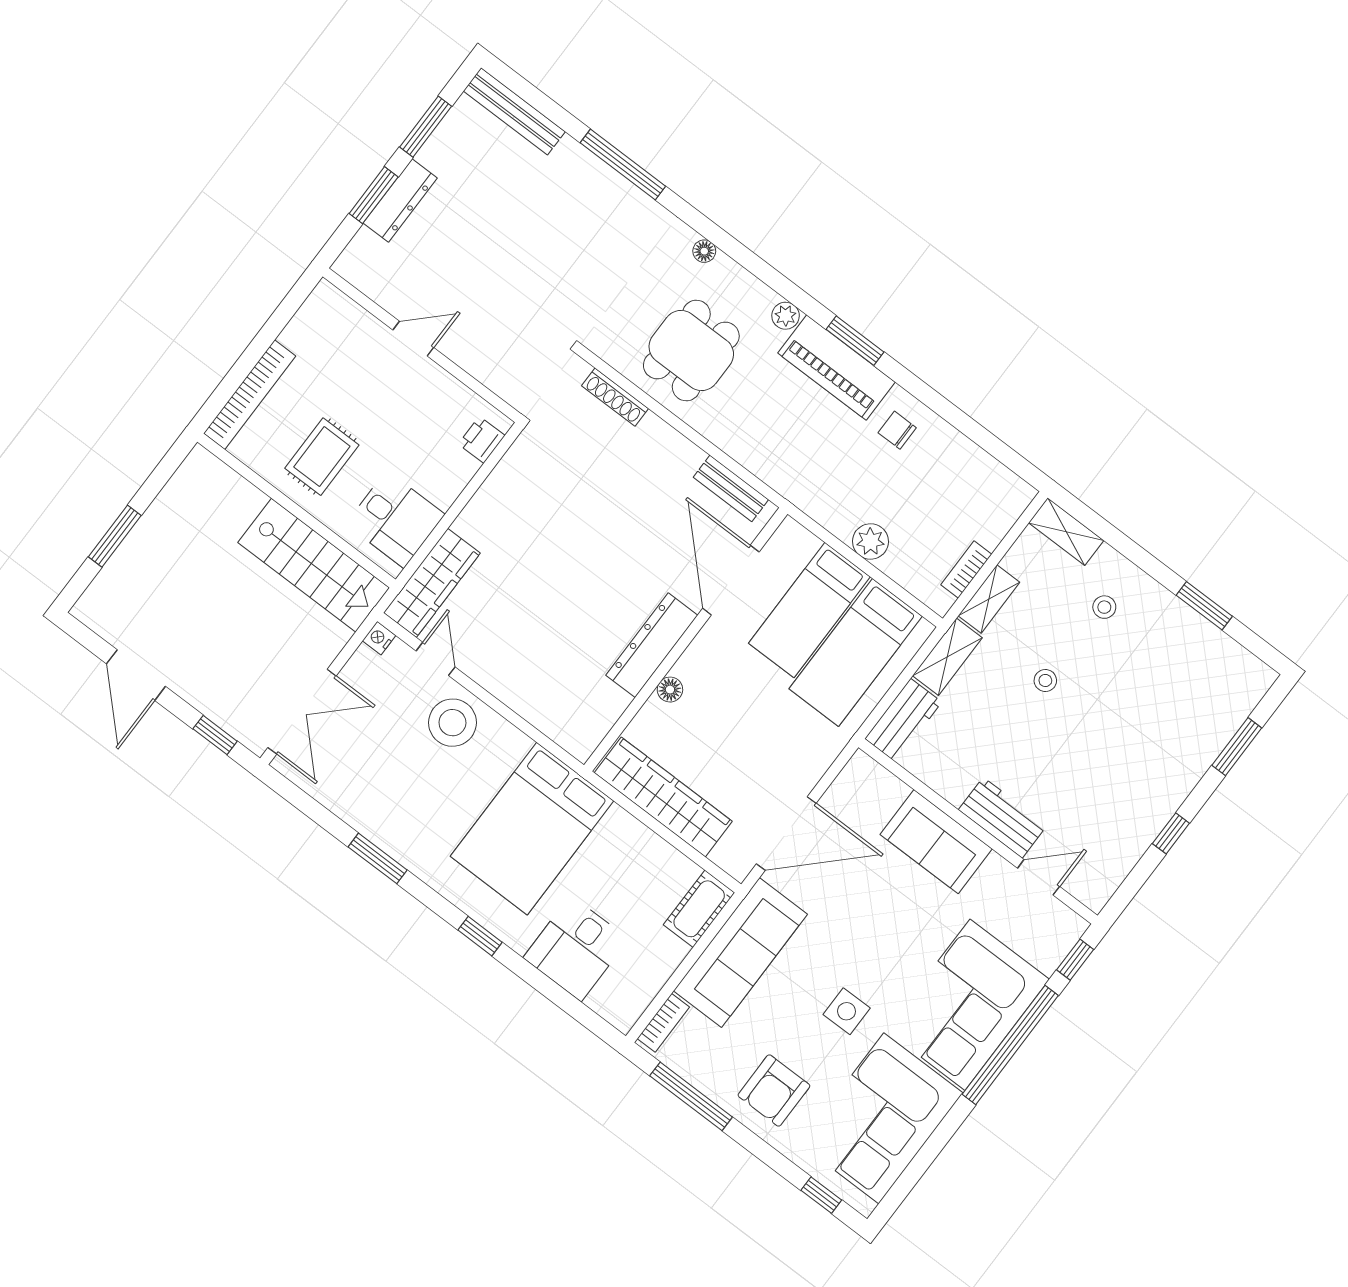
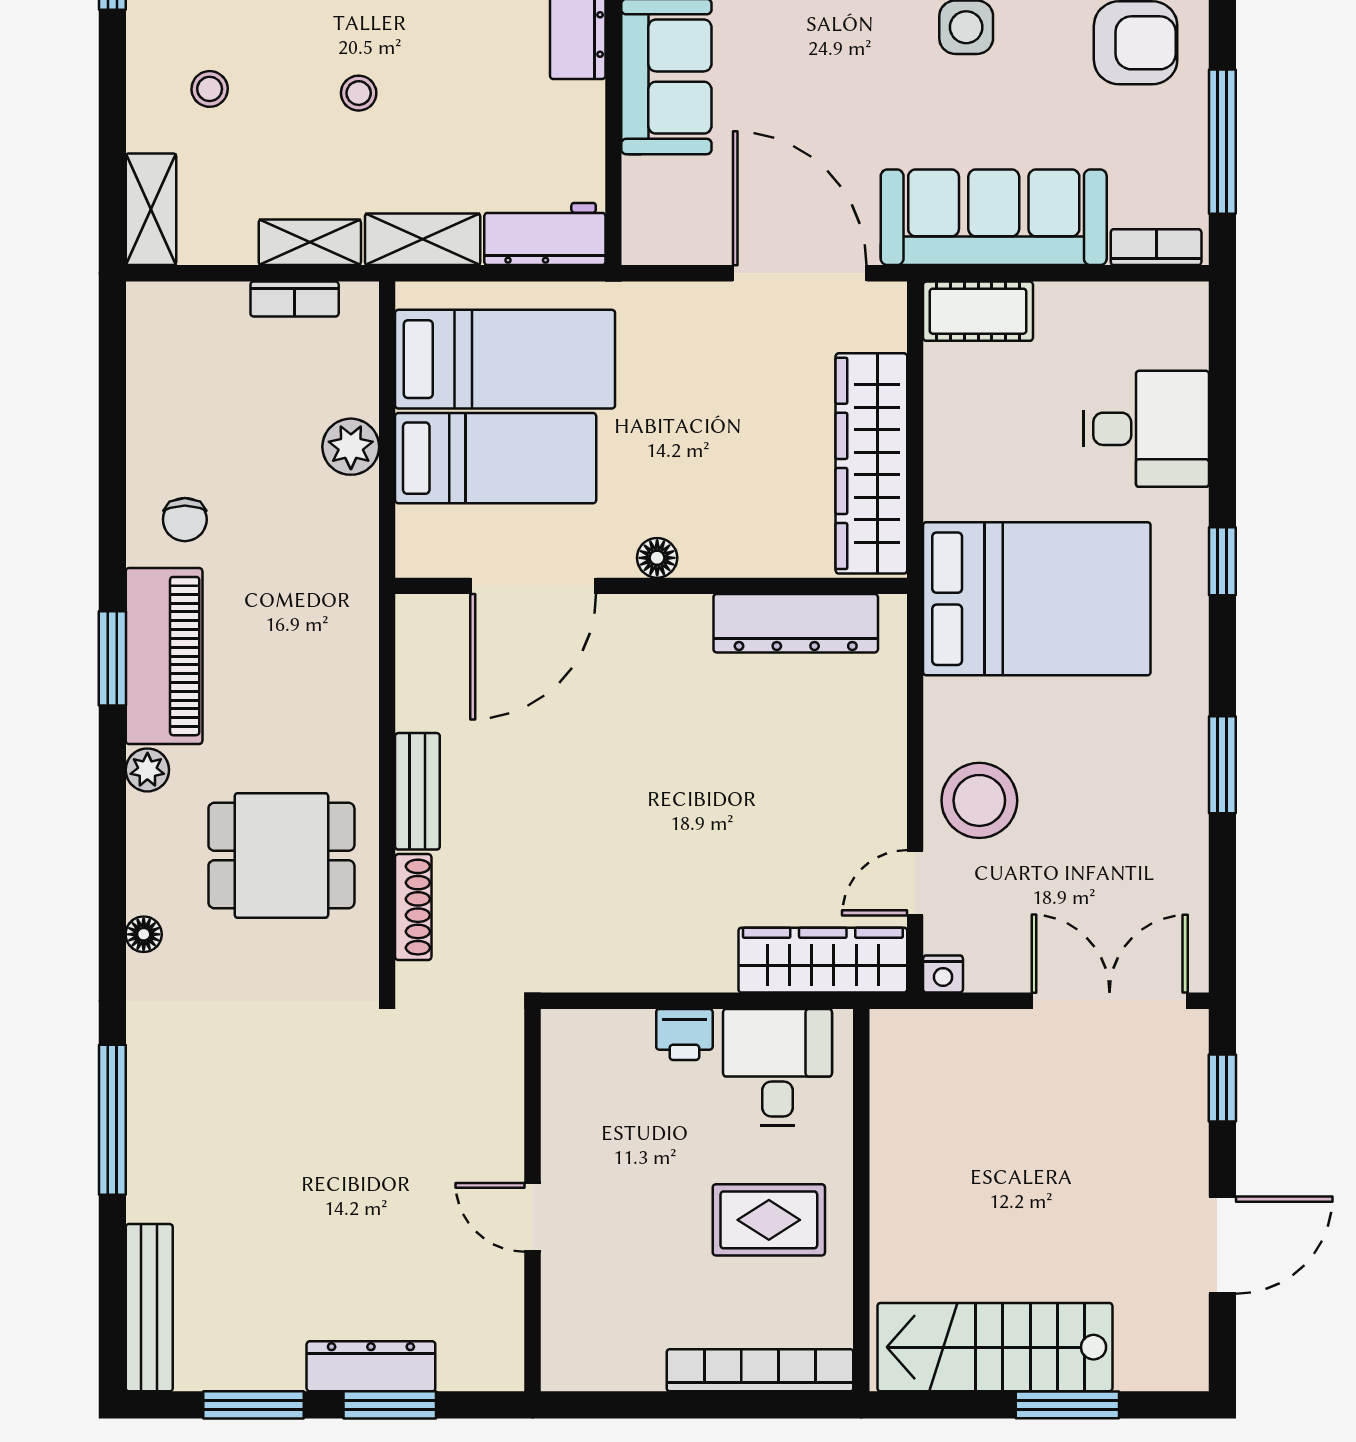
printer: (482, 440) -> (684, 1034), moved
bench: (731, 488) -> (417, 791), moved
stairs: (314, 565) -> (995, 1347), moved, turned -90
dresser: (652, 645) -> (796, 623), moved
floor lamp: (670, 690) -> (657, 558), moved

